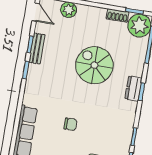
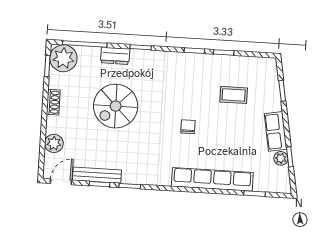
shoe rack: (118, 15) -> (53, 102), moved
bench: (37, 49) -> (97, 175), width x1.36
dresser: (134, 89) -> (115, 56), moved

